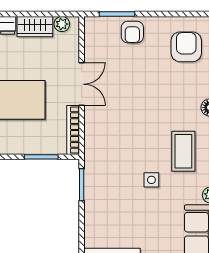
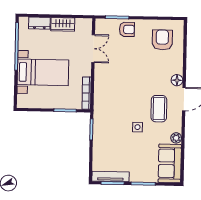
plant: (62, 24) -> (81, 23), removed
armchair: (132, 32) -> (127, 29), turned -90
double door: (82, 84) -> (93, 49), moved

